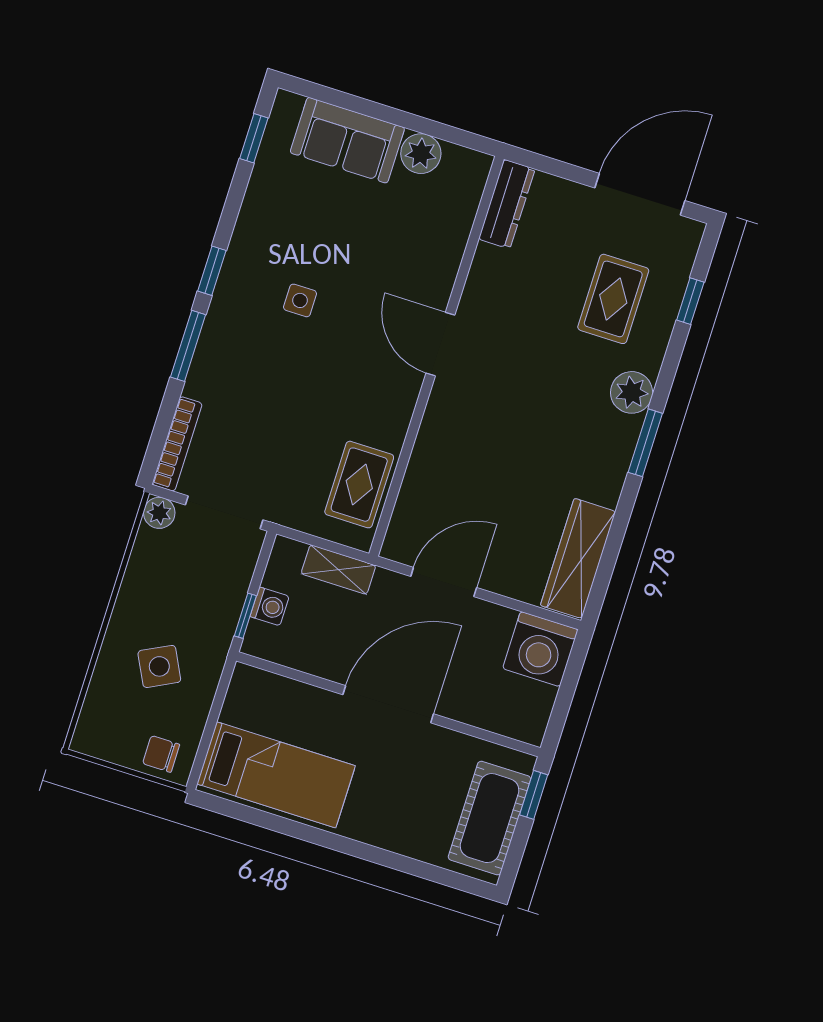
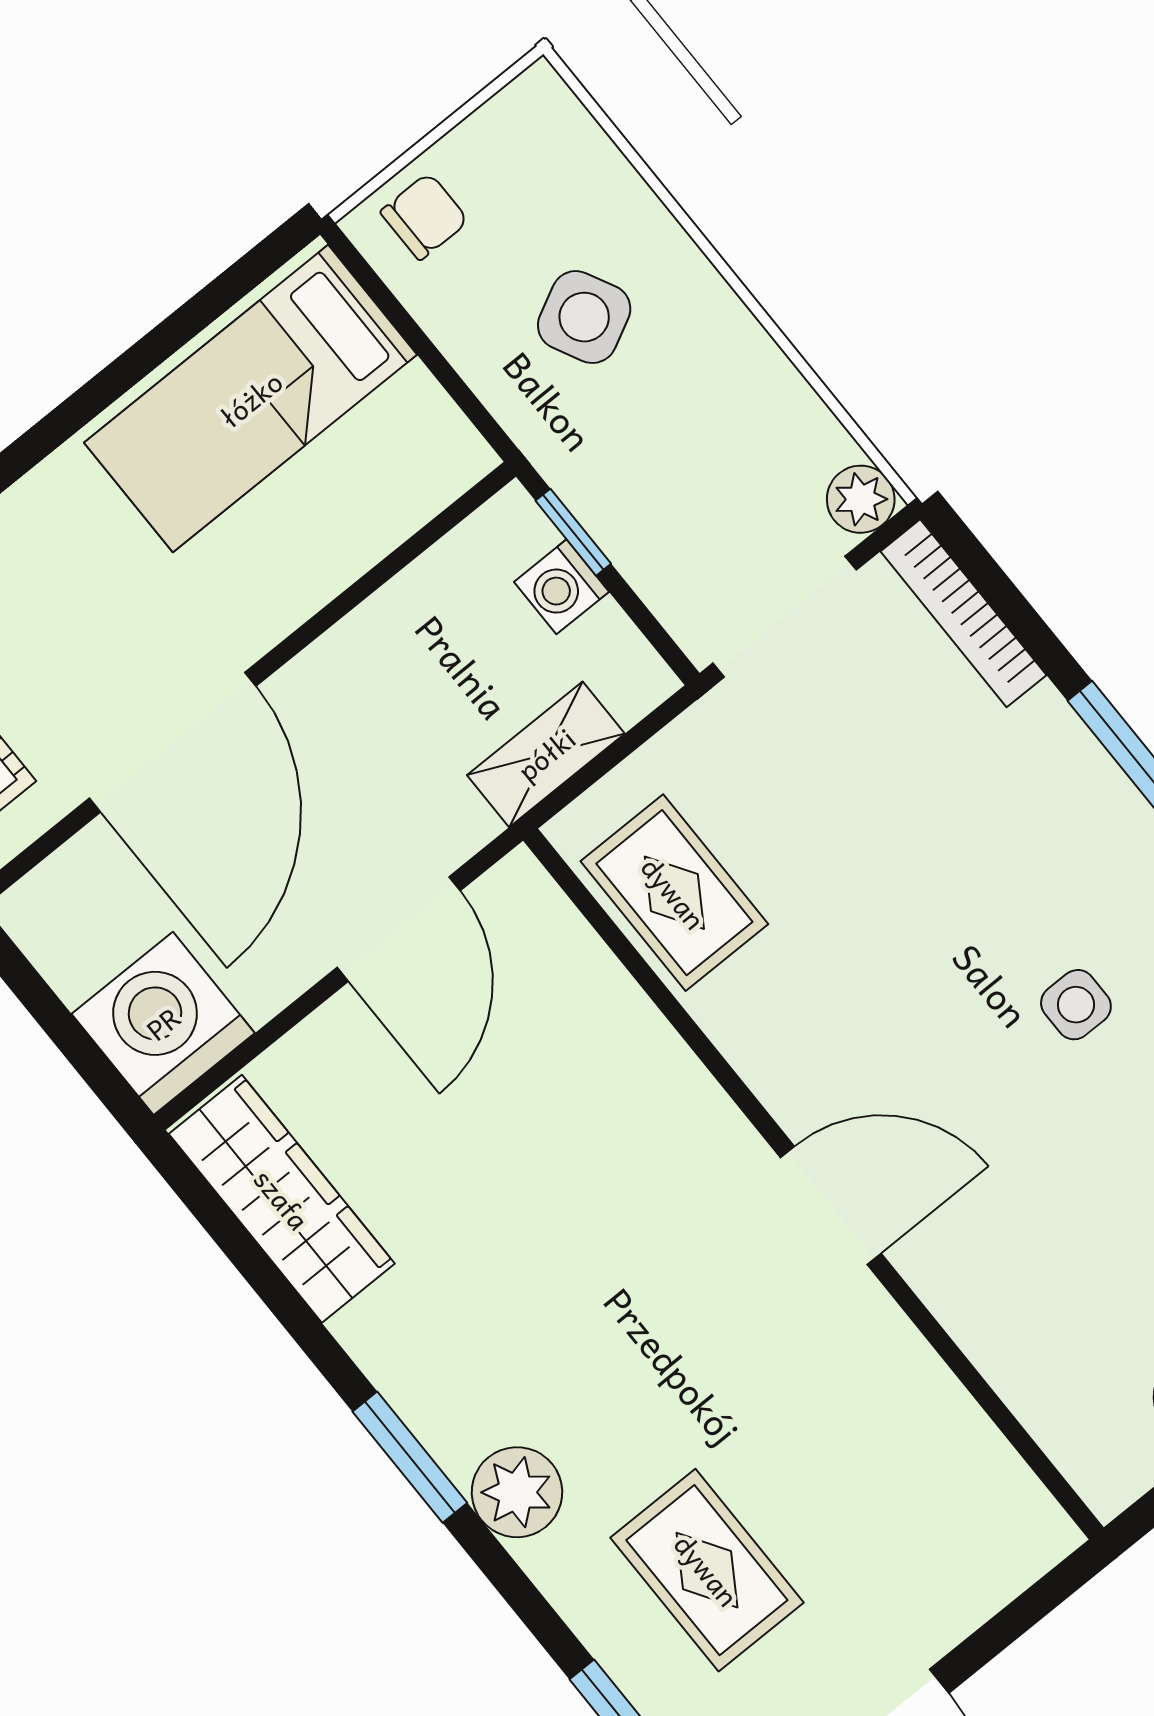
dresser: (507, 204) -> (1004, 1491), removed
door: (388, 704) -> (173, 742), moved

